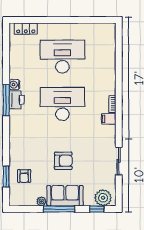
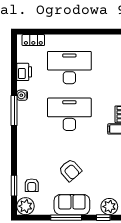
printer: (16, 100) -> (24, 72), moved
armchair: (63, 161) -> (70, 170), turned 49
plant: (41, 201) -> (25, 206), moved, width x1.88, depth x1.88

